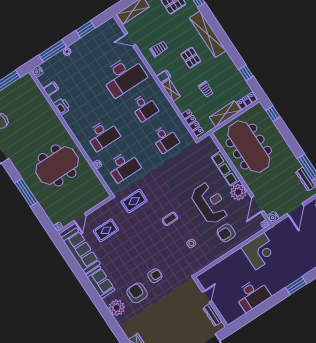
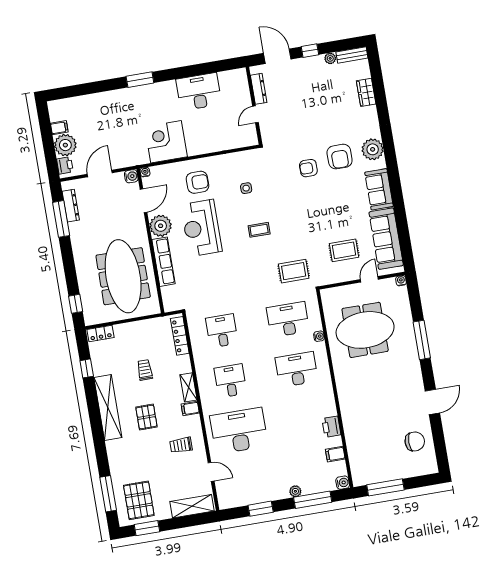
shelving: (208, 34) -> (108, 407), moved
shelving: (225, 114) -> (134, 329), removed
meeting table: (57, 165) -> (365, 330), moved

